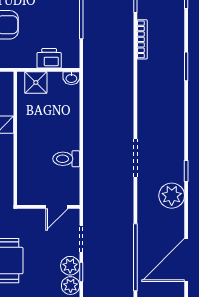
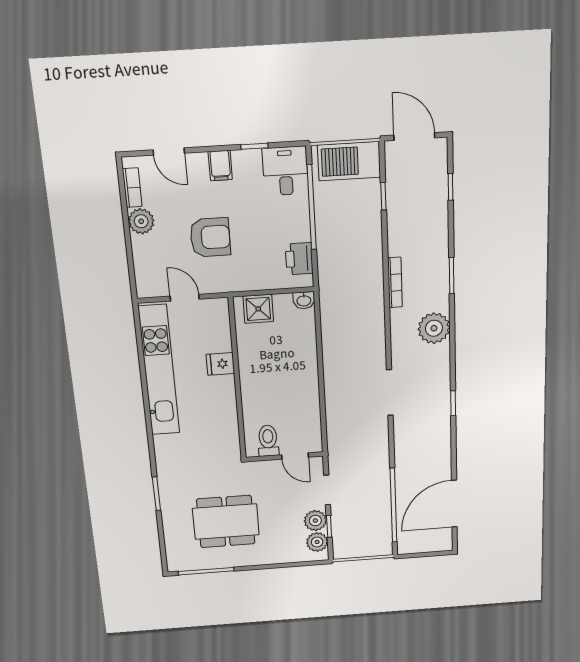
bookcase: (142, 39) -> (395, 282), moved
printer: (49, 58) -> (299, 259), moved, turned -90
toilet: (66, 159) -> (268, 441), moved, turned 90
plant: (172, 196) -> (434, 328), moved
door: (57, 207) -> (295, 456), hinge flipped

